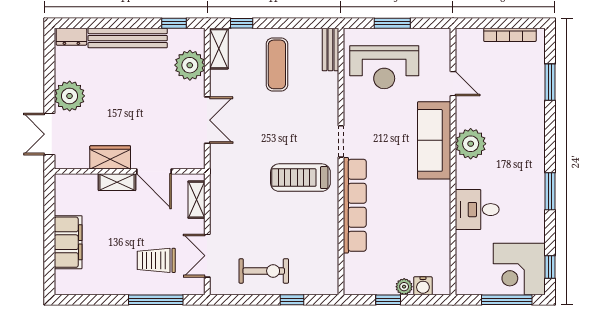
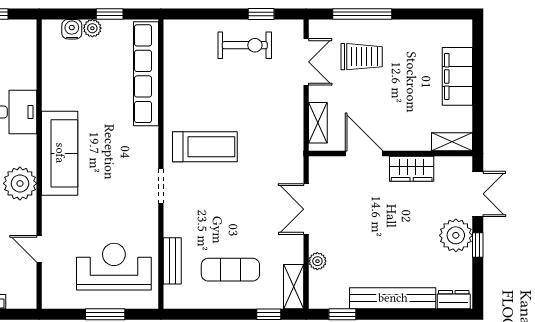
bench: (330, 50) -> (172, 261), moved
exercise mat: (277, 64) -> (230, 270), turned 90
plant: (190, 65) -> (317, 261), width x0.53, depth x0.53
window: (49, 87) -> (478, 245), added
sofa: (434, 140) -> (60, 153), moved
shelving: (117, 182) -> (452, 142), moved
row of seats: (355, 205) -> (146, 74), moved
exercise bike: (264, 271) -> (245, 45), turned 180
window: (292, 300) -> (261, 14), moved

